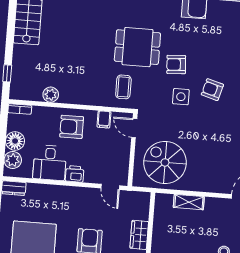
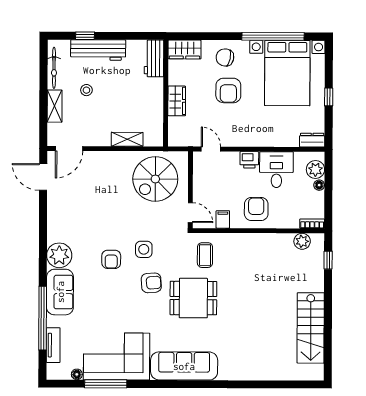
armchair: (212, 90) -> (111, 259), turned 74
plant: (51, 95) -> (302, 241), moved
armchair: (72, 127) -> (256, 209), turned -90
floor lamp: (15, 141) -> (319, 185), width x0.53, depth x0.53
spiral stairs: (165, 162) -> (155, 179), turned 90

